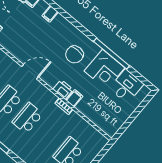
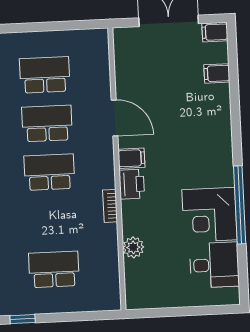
chair: (74, 54) -> (193, 156), removed
filing cabinet: (74, 98) -> (131, 158), moved
plant: (89, 112) -> (133, 247), added

